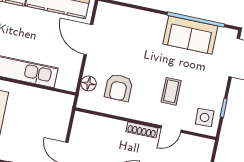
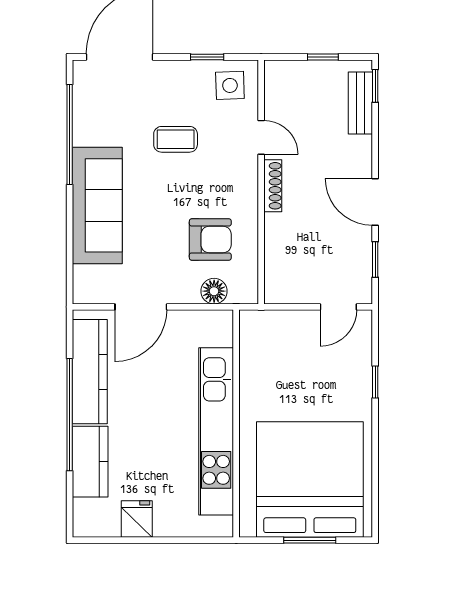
sofa: (190, 35) -> (97, 205), moved, width x1.36
coffee table: (171, 91) -> (176, 139), moved

